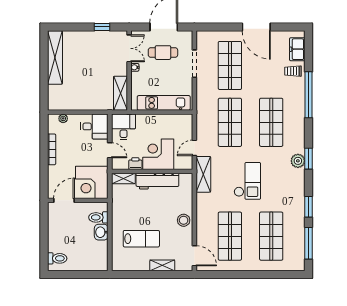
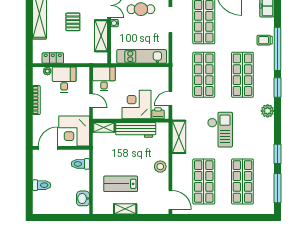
pallet: (91, 66) -> (73, 22), added
trolley: (293, 71) -> (265, 40), moved
shelving: (120, 93) -> (101, 36), moved
locker: (69, 105) -> (53, 58), added
desk: (94, 126) -> (64, 80), moved, turned -90
window: (309, 159) -> (278, 87), moved
printer: (135, 164) -> (158, 113), moved
shelving: (203, 174) -> (179, 137), moved
washbasin: (101, 232) -> (83, 198), moved
lab bench: (141, 239) -> (121, 184), turned 180
toilet: (57, 258) -> (42, 185), moved
shelving: (162, 265) -> (125, 209), moved

